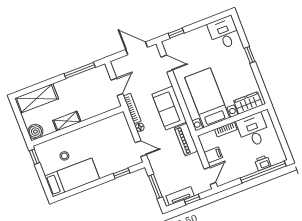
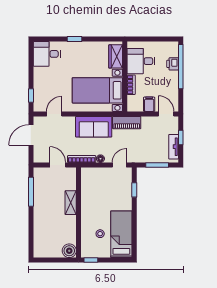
shelving: (37, 99) -> (41, 239), removed
shelving: (67, 121) -> (71, 203), moved

